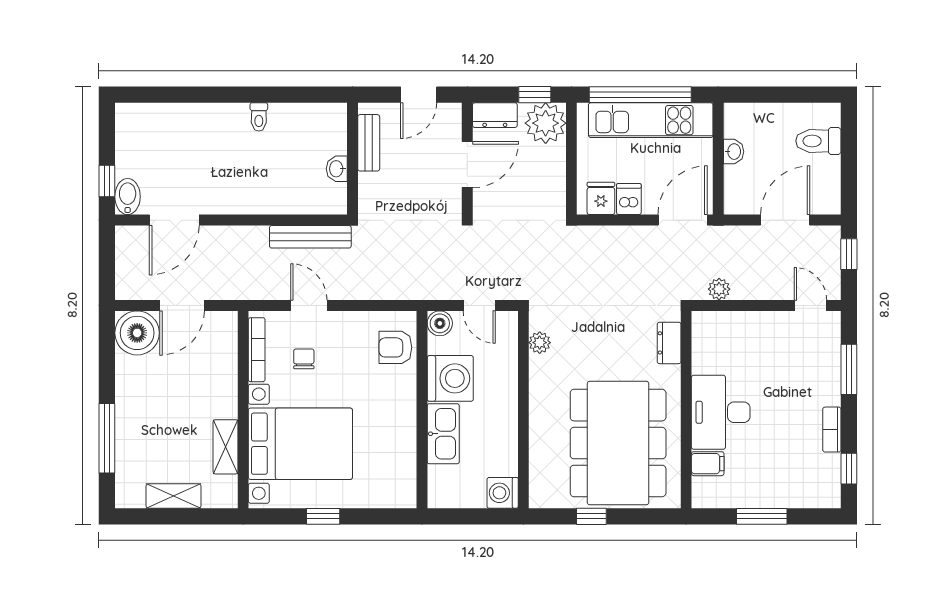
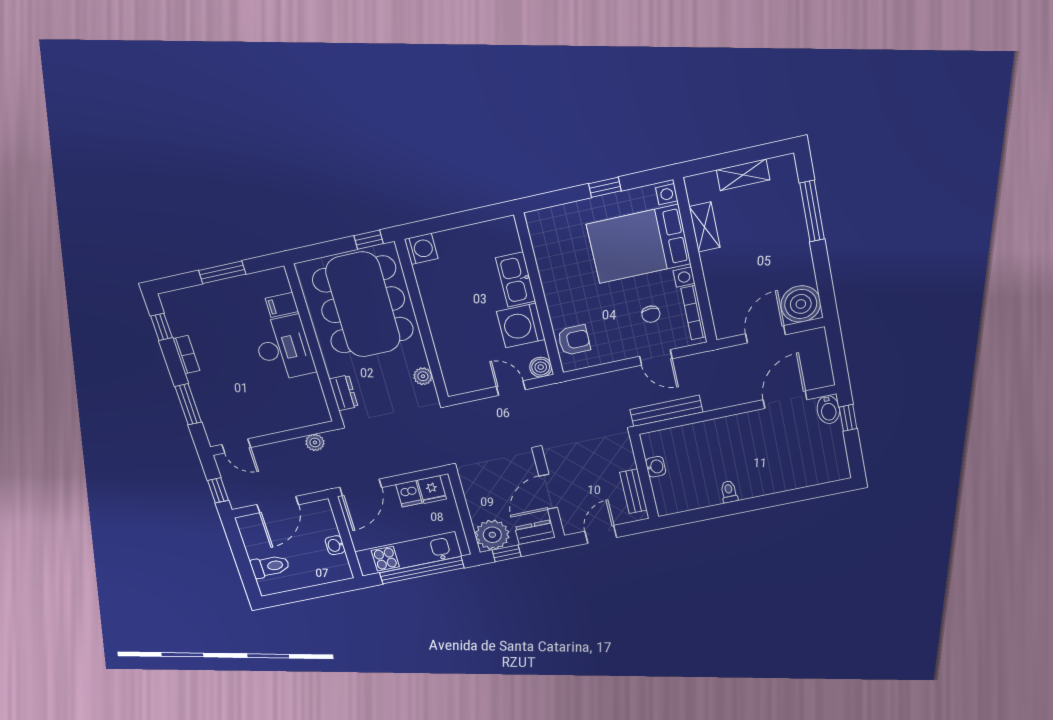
plant: (540, 343) -> (423, 376), moved
wall: (523, 410) -> (422, 321), moved
washing machine: (503, 493) -> (421, 249), moved

